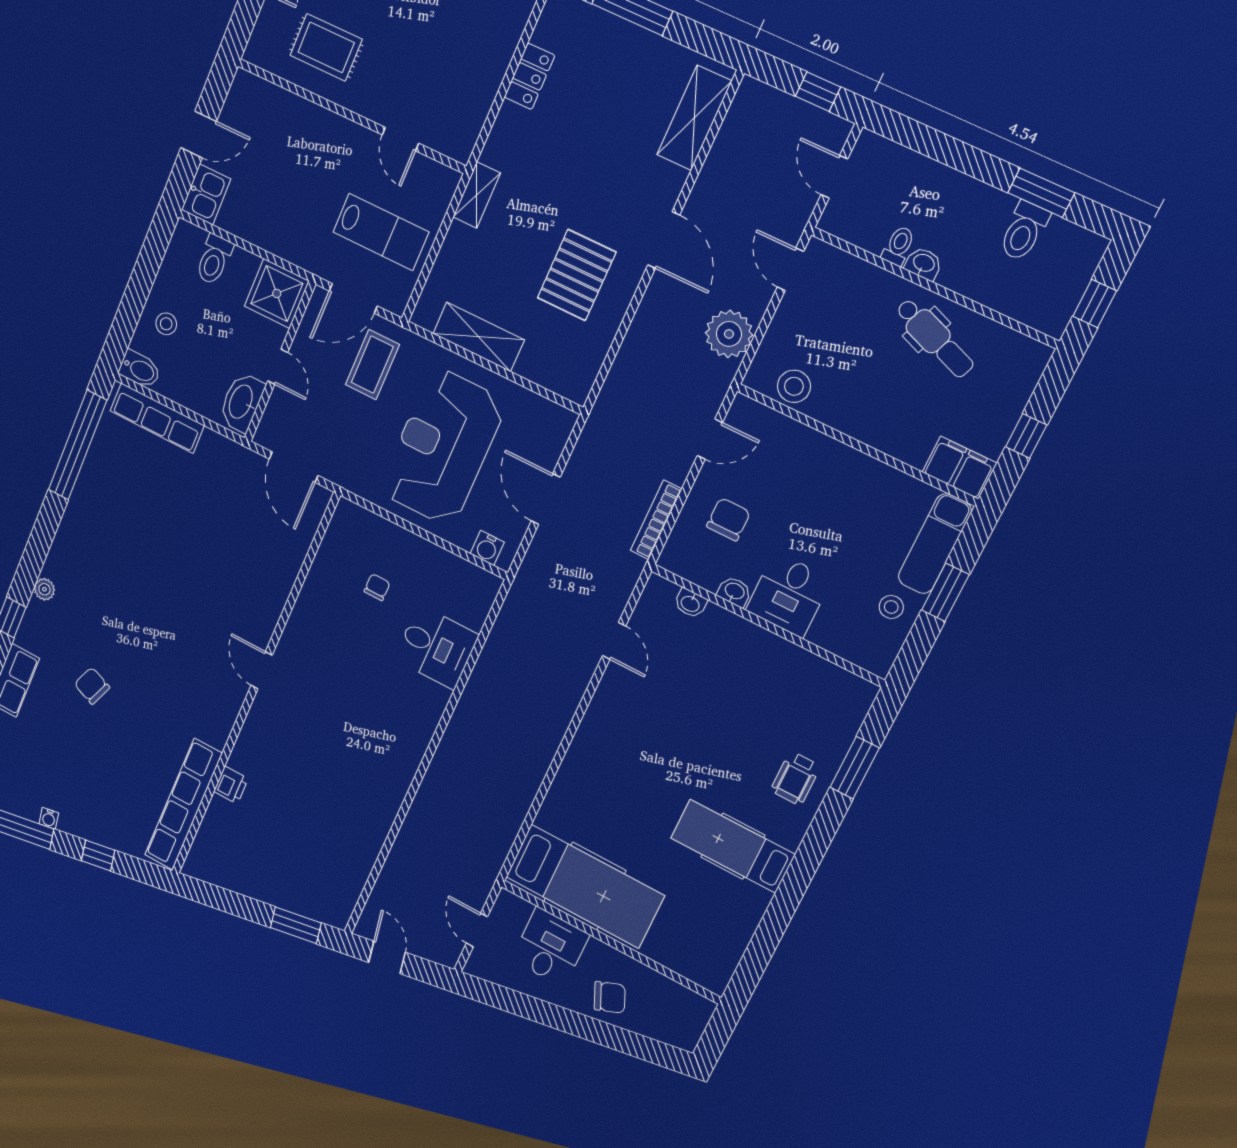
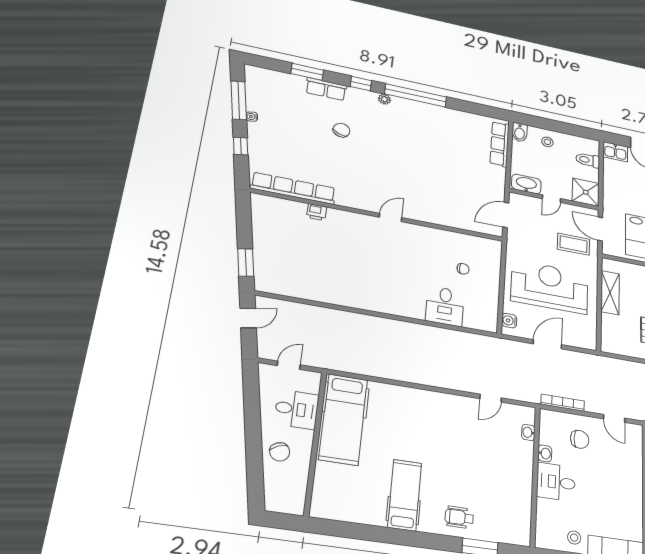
window: (78, 445) -> (416, 95), moved

